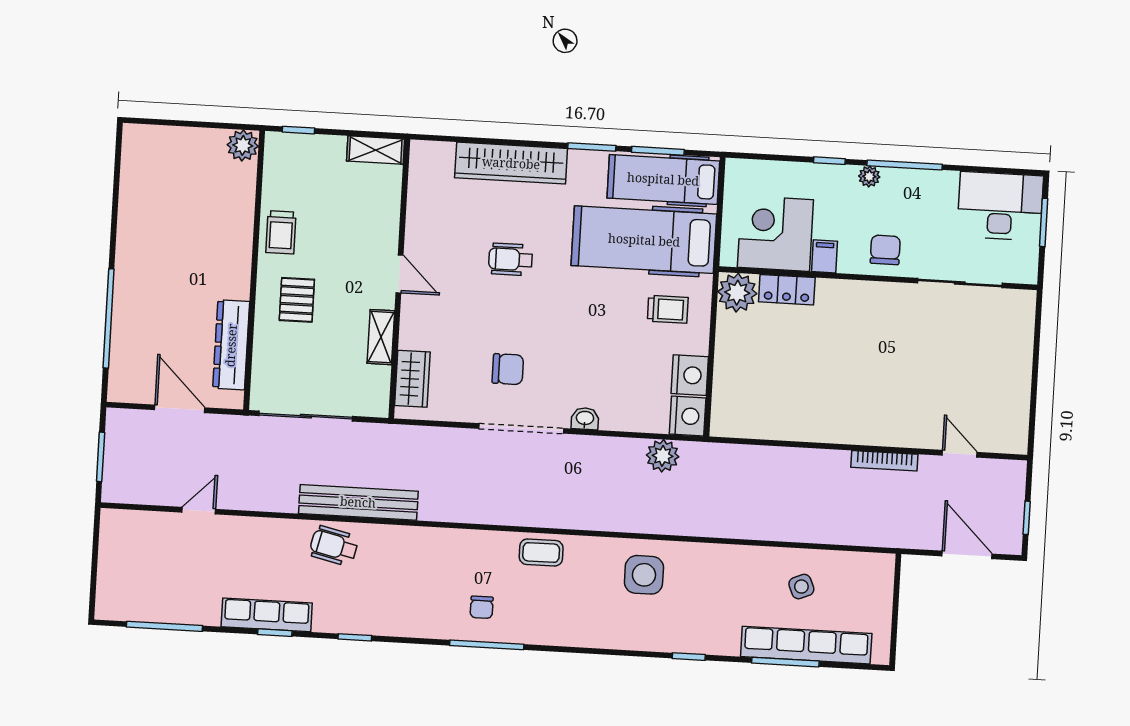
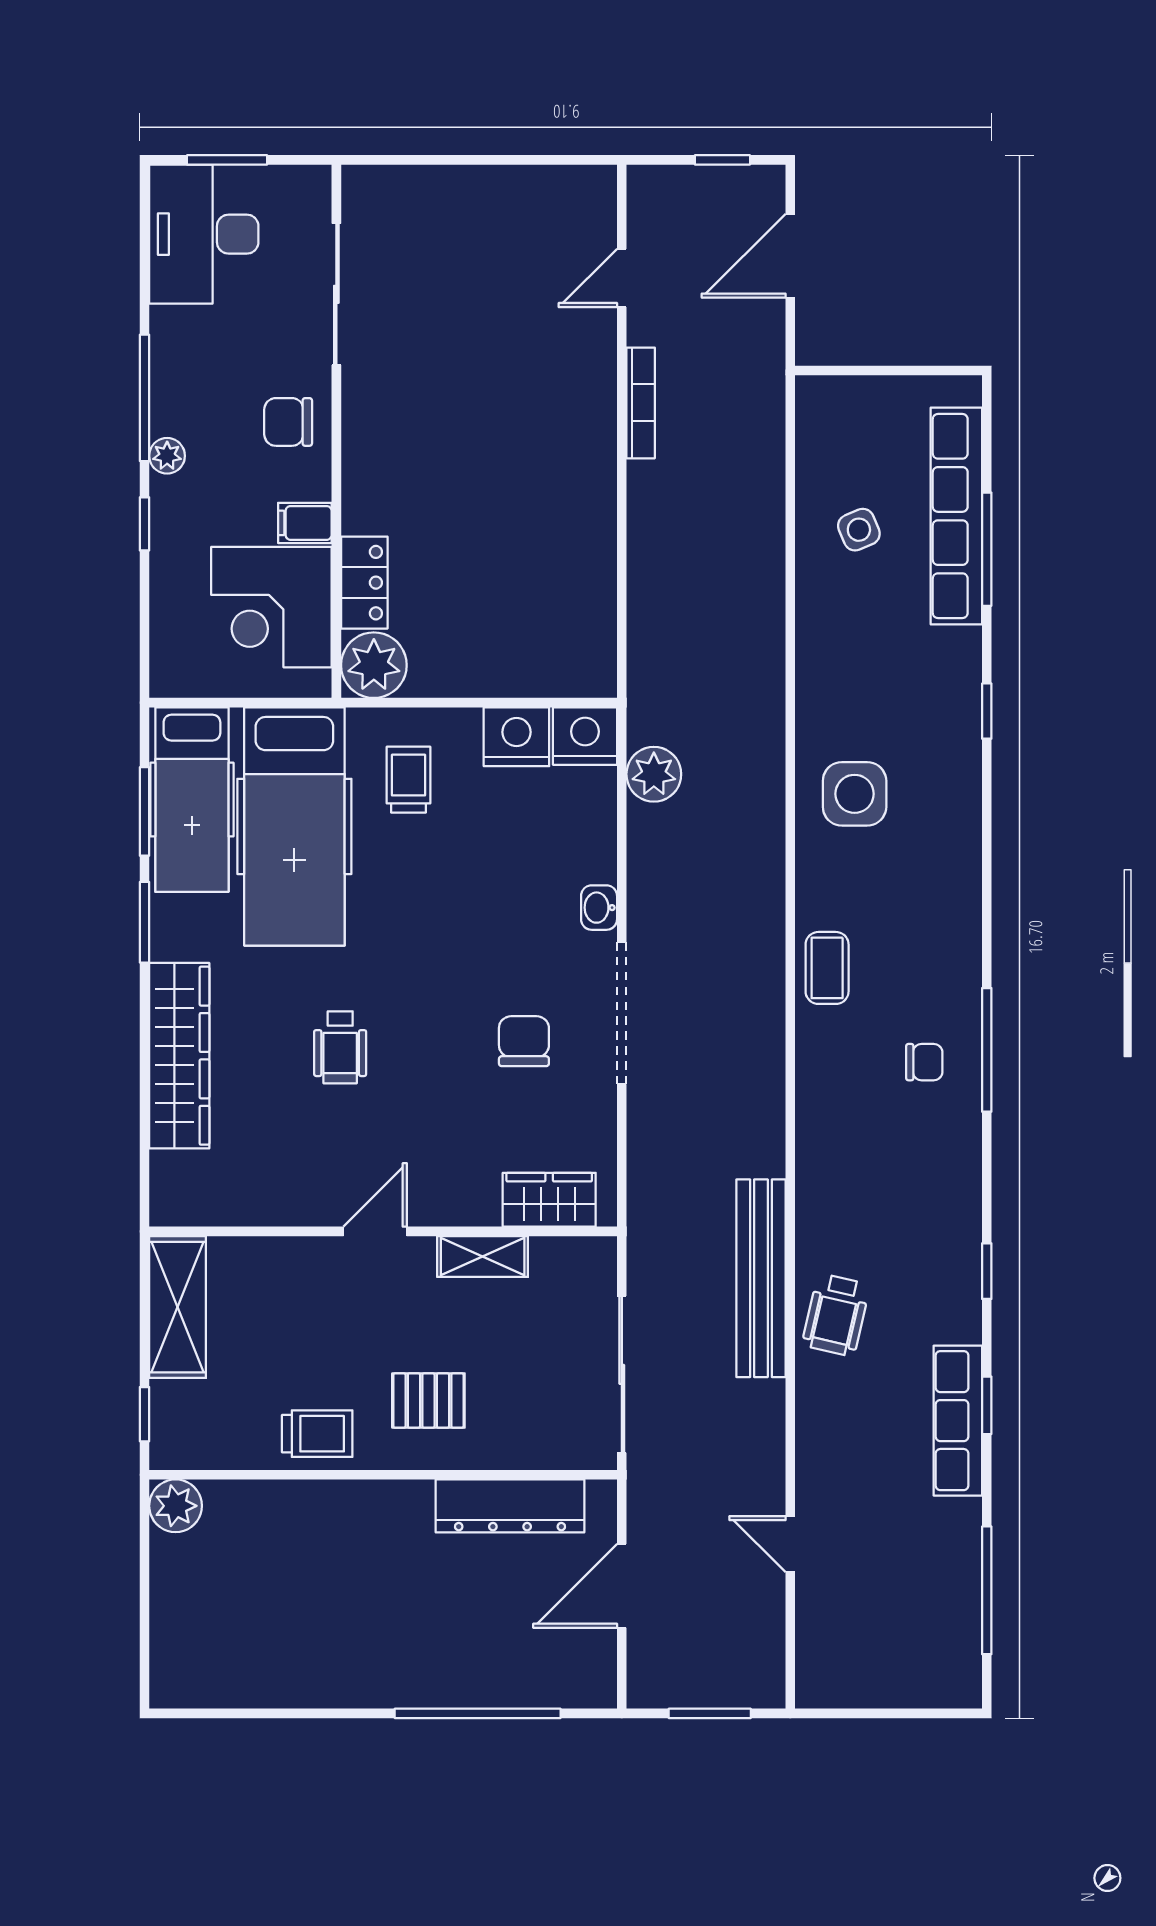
shelving: (376, 150) -> (178, 1307), width x1.50, depth x1.33

